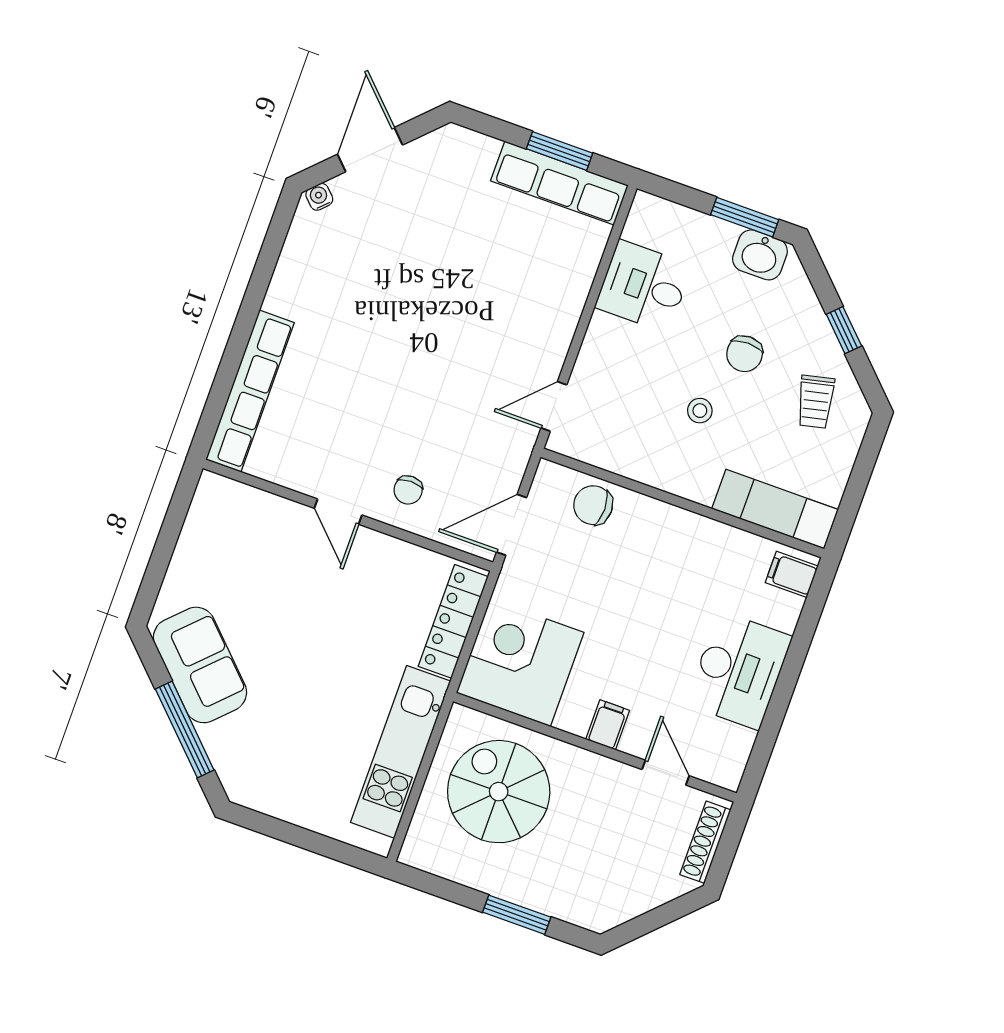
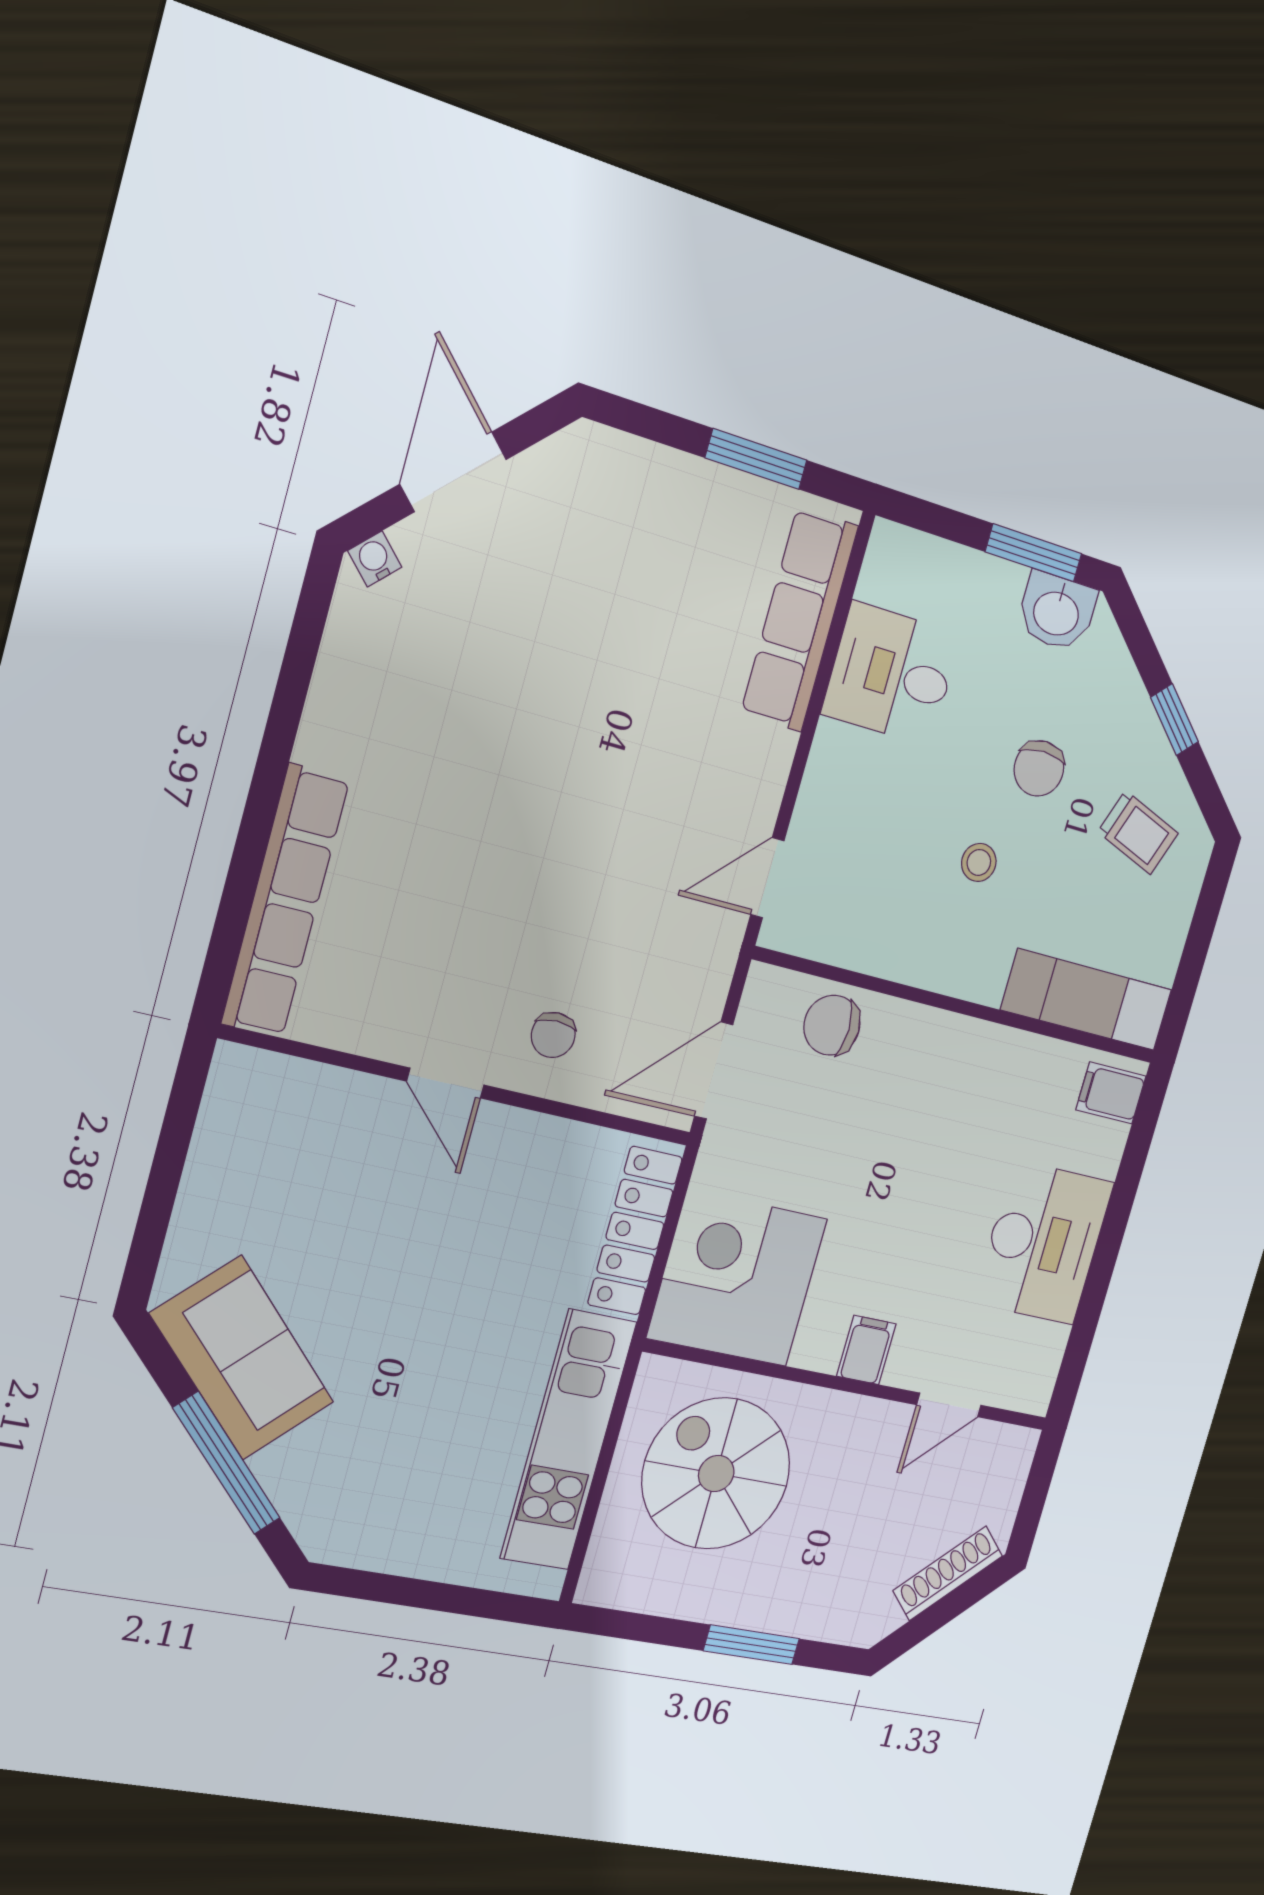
row of seats: (559, 183) -> (799, 620), moved, turned 90
trolley: (816, 402) -> (1138, 833), turned -57
door: (666, 773) -> (949, 1405), swing flipped
shoe rack: (705, 842) -> (948, 1573), moved, turned 45

